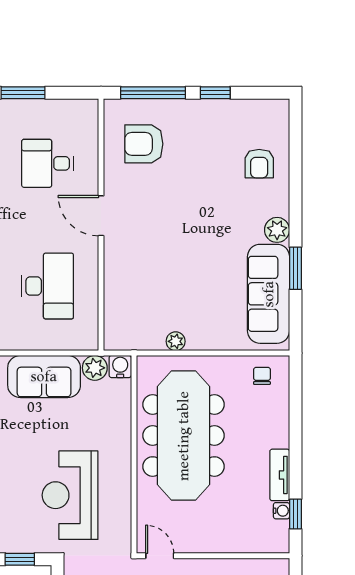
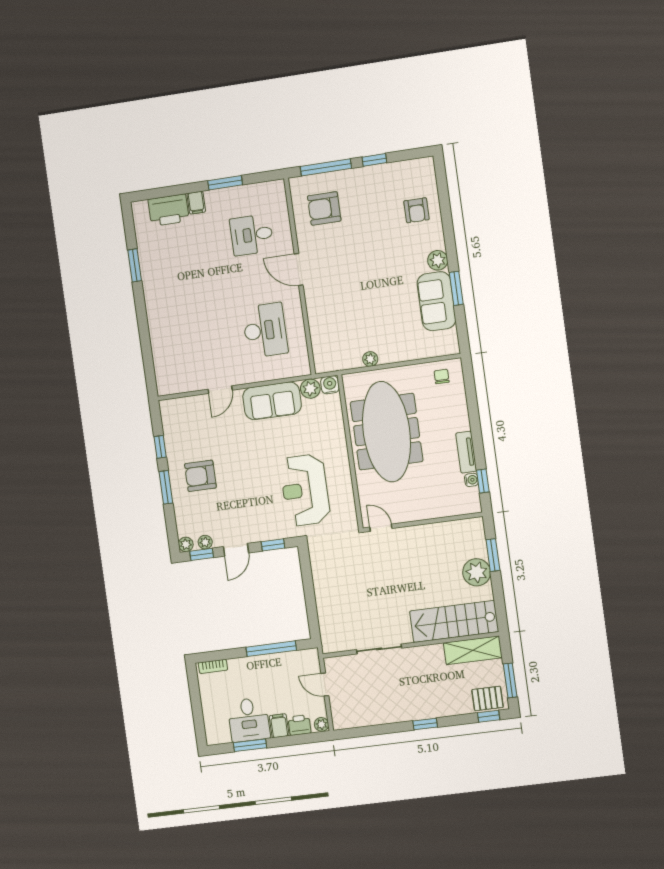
sofa: (269, 294) -> (436, 301), width x0.73

